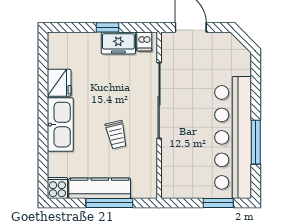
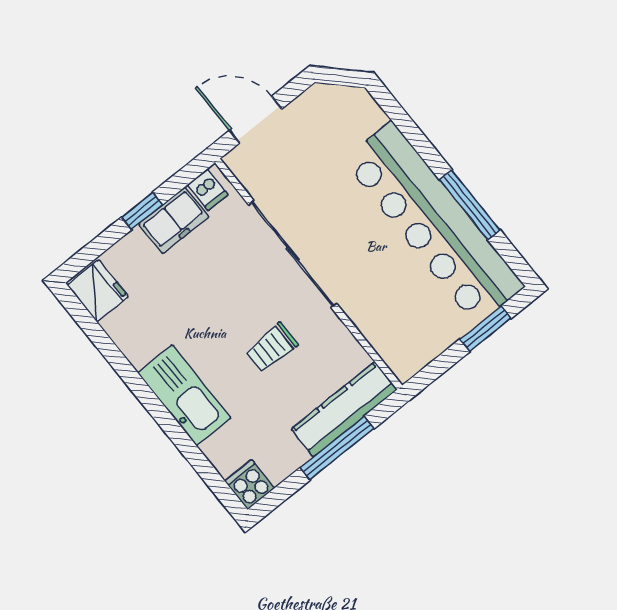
fridge: (59, 83) -> (98, 291), moved
trolley: (116, 135) -> (272, 348), turned 103
kitchen counter: (100, 188) -> (344, 409), moved

